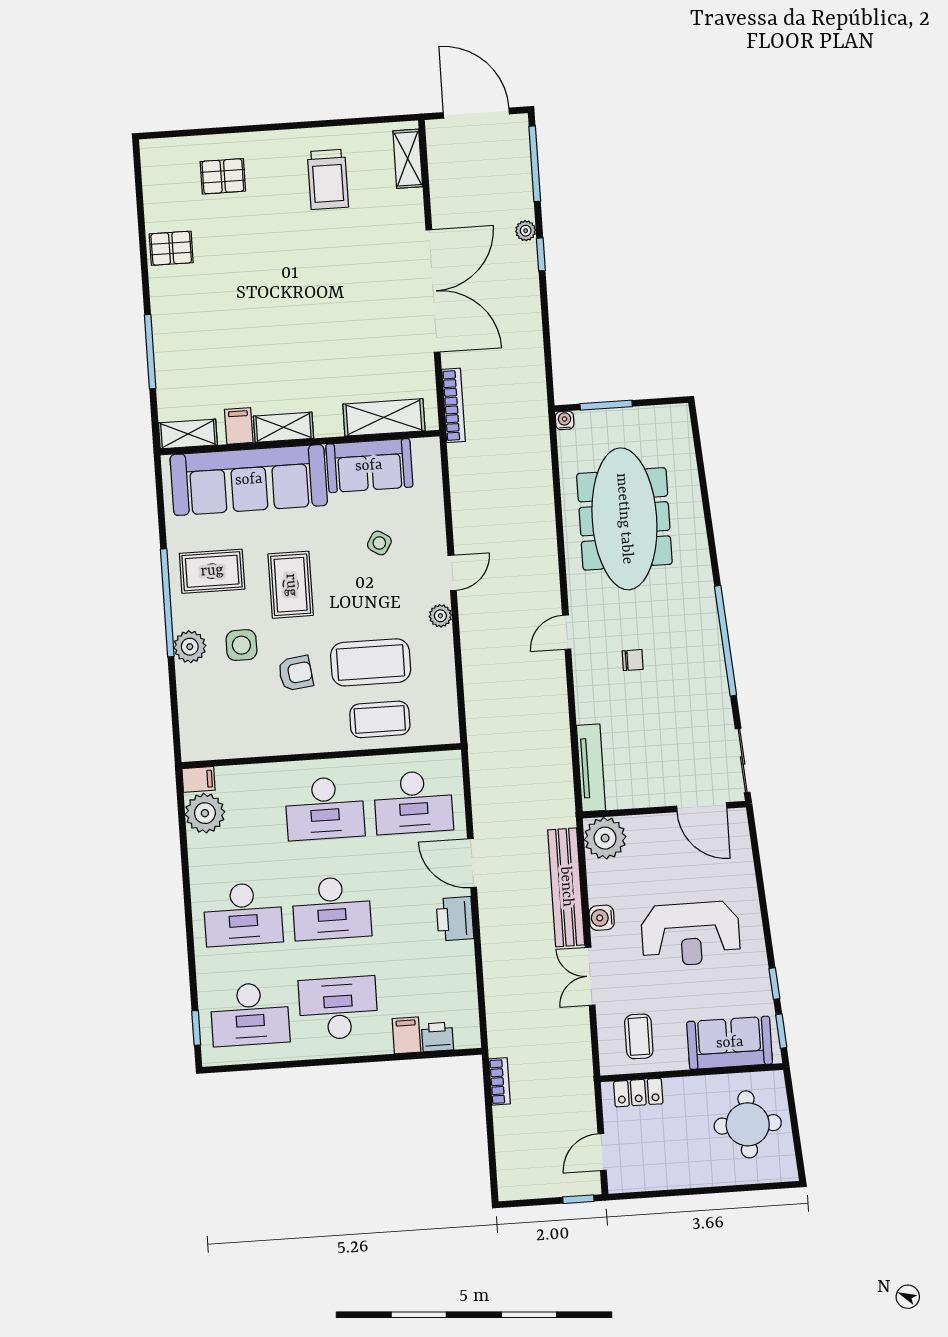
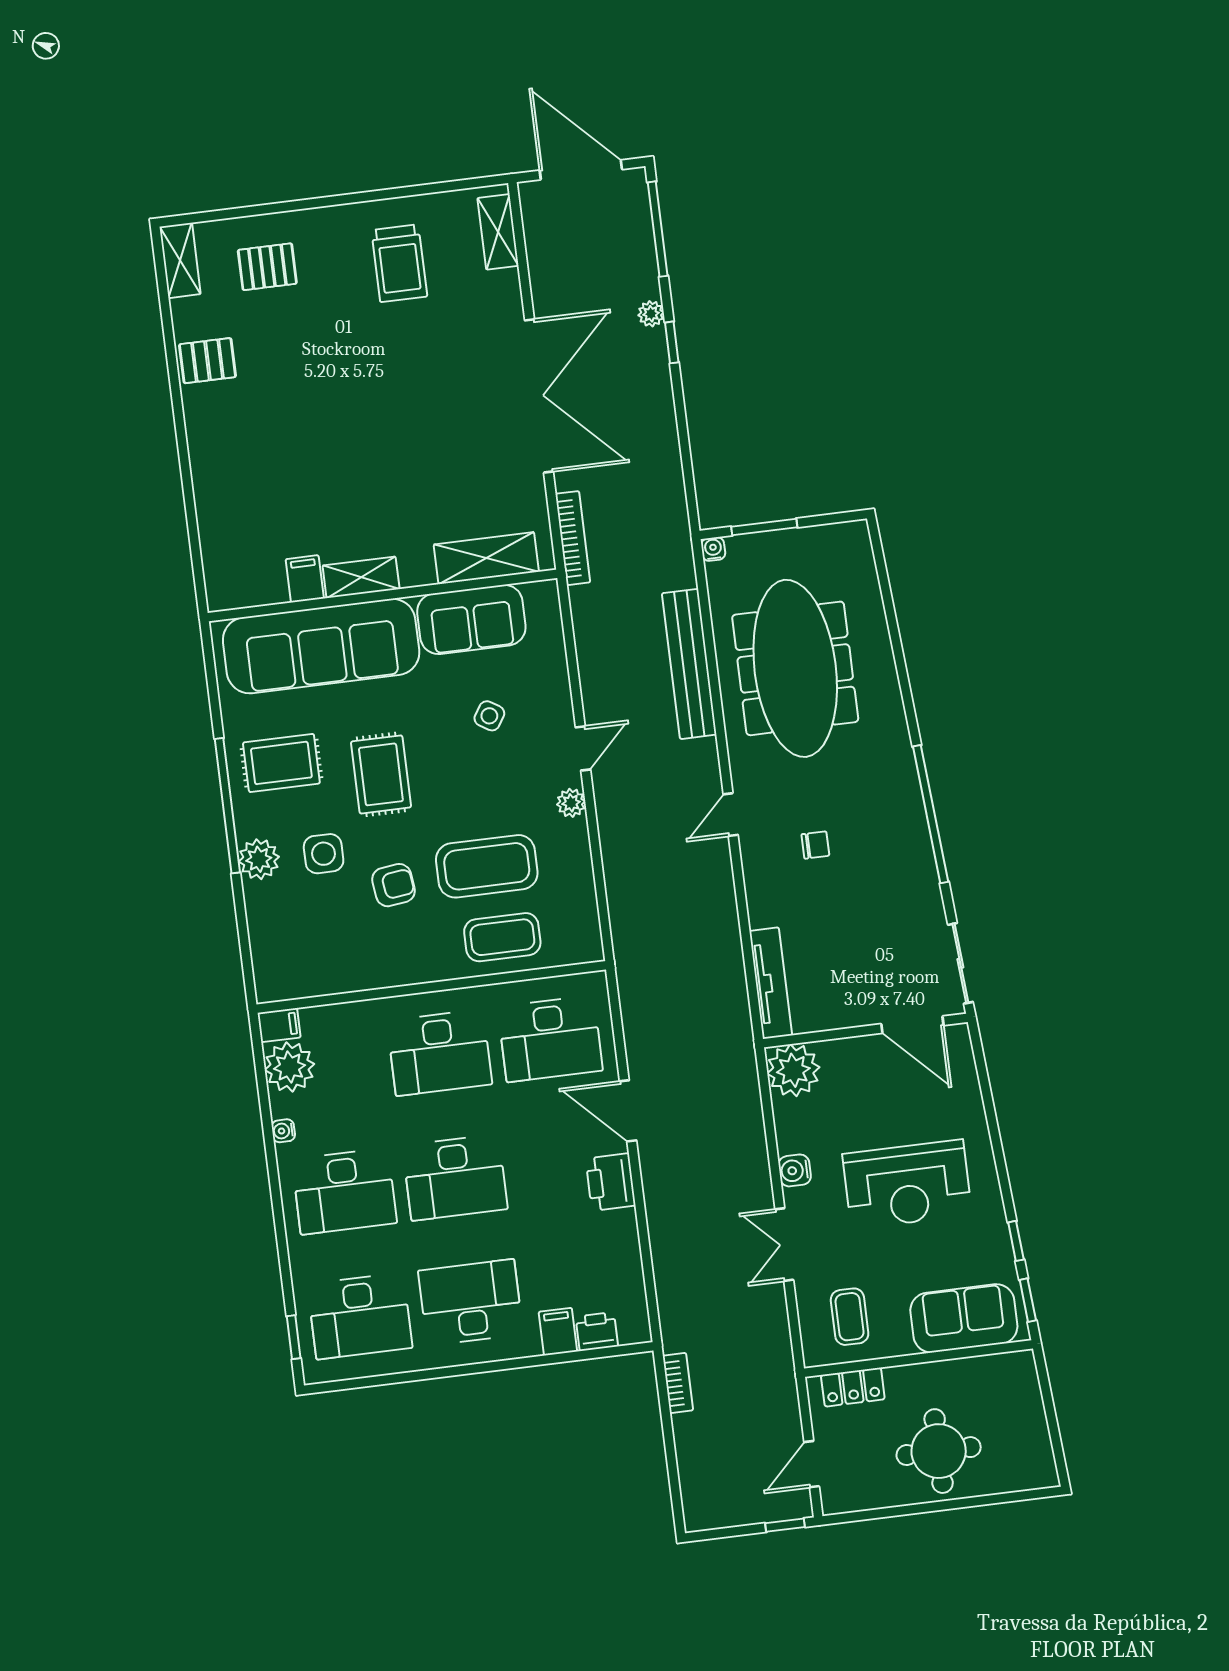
window: (150, 352) -> (188, 492), removed
shelving: (188, 434) -> (180, 260), moved, turned 90
water cooler: (197, 864) -> (283, 1131), added
bench: (566, 887) -> (689, 664), moved
round table: (748, 1124) -> (939, 1451), moved

